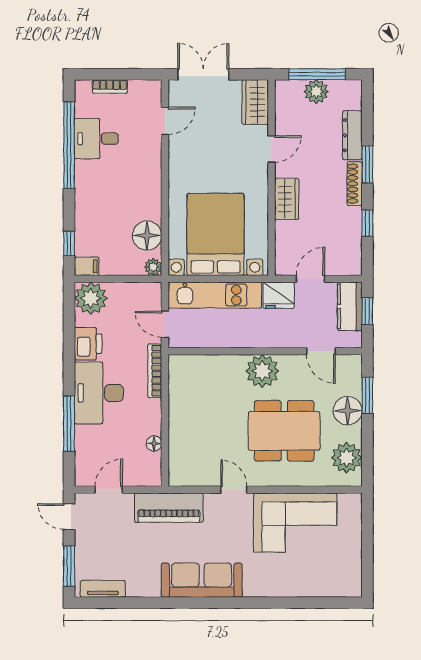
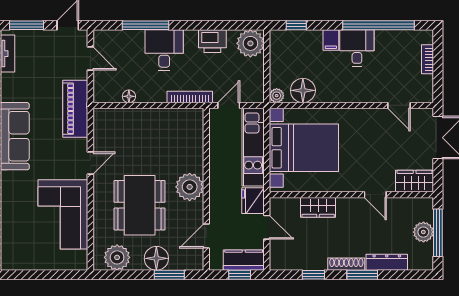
desk: (96, 139) -> (357, 48), moved
wardrobe: (287, 199) -> (318, 207), moved
filing cabinet: (87, 266) -> (331, 40), moved
desk: (99, 393) -> (164, 50), width x0.73

